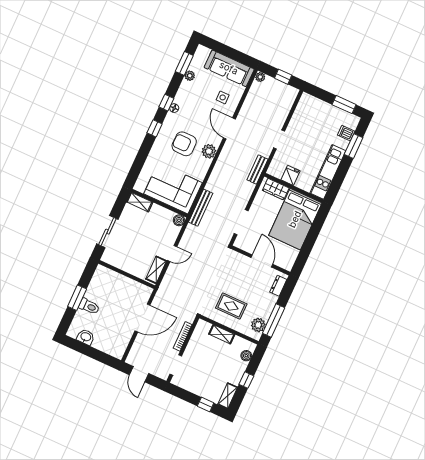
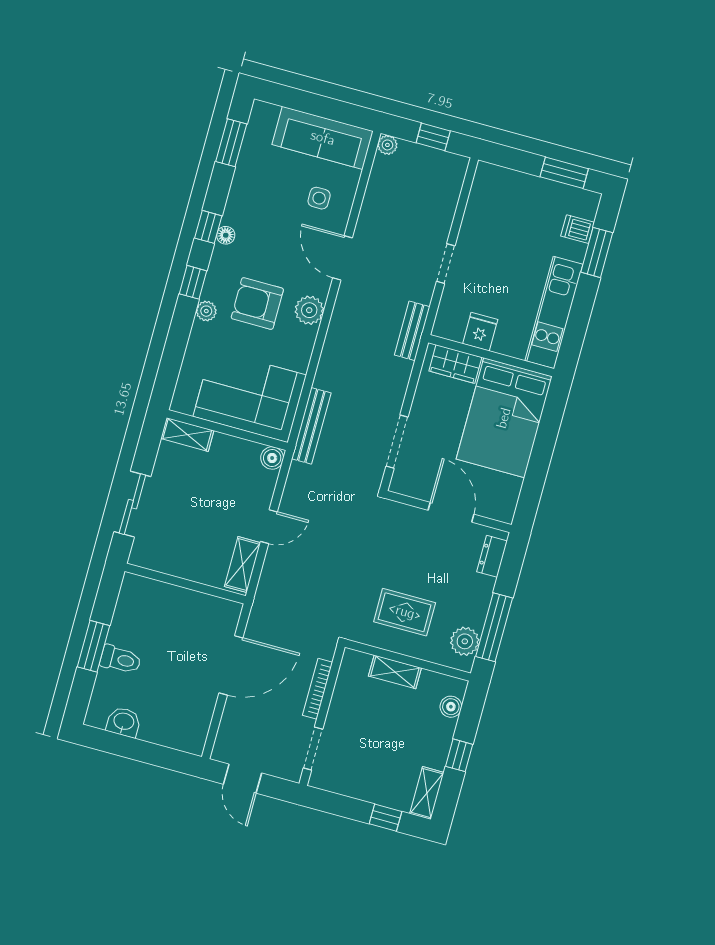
plant: (190, 76) -> (206, 311), moved

